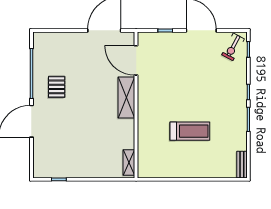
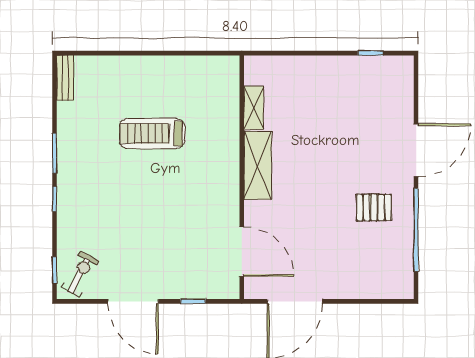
pallet: (57, 87) -> (374, 207), turned 90
shelving: (126, 97) -> (258, 165), moved
shelving: (129, 162) -> (254, 108), moved

